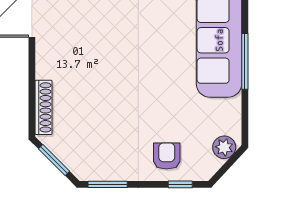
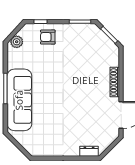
shoe rack: (44, 107) -> (115, 82), moved
armchair: (167, 156) -> (48, 37), turned 90

